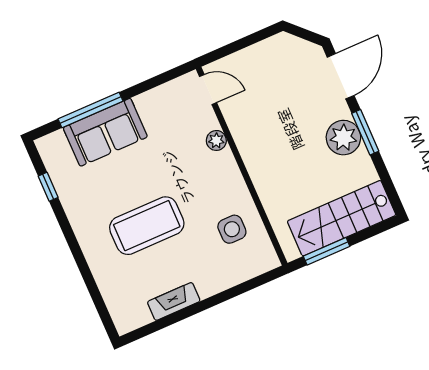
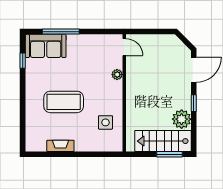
sofa: (105, 132) -> (46, 46), moved
window: (365, 132) -> (194, 103), width x0.67
plant: (343, 138) -> (182, 119), moved
window: (327, 251) -> (169, 154), moved

